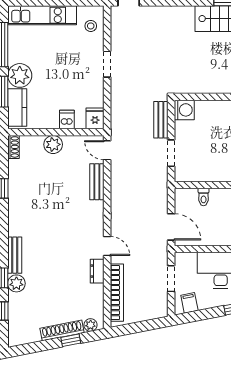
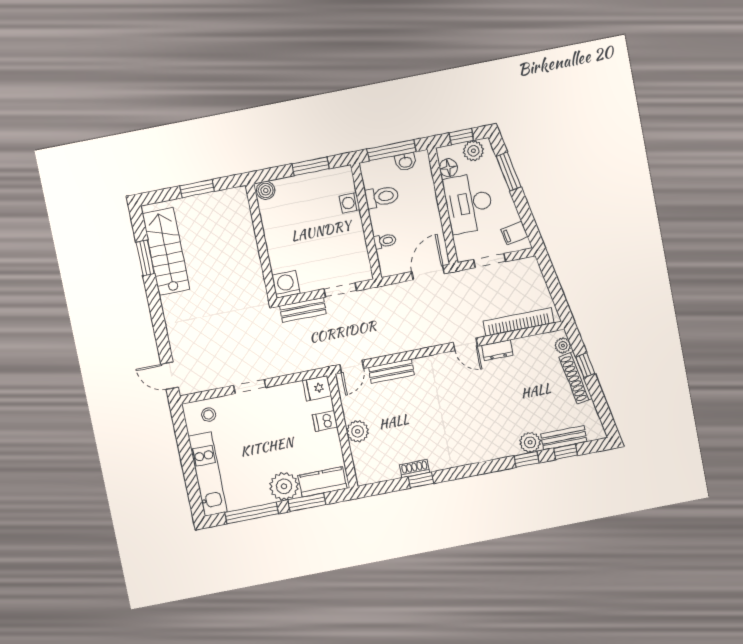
shoe rack: (13, 147) -> (415, 469), moved
door: (107, 246) -> (465, 344), swing flipped
bench: (15, 255) -> (564, 438), moved

